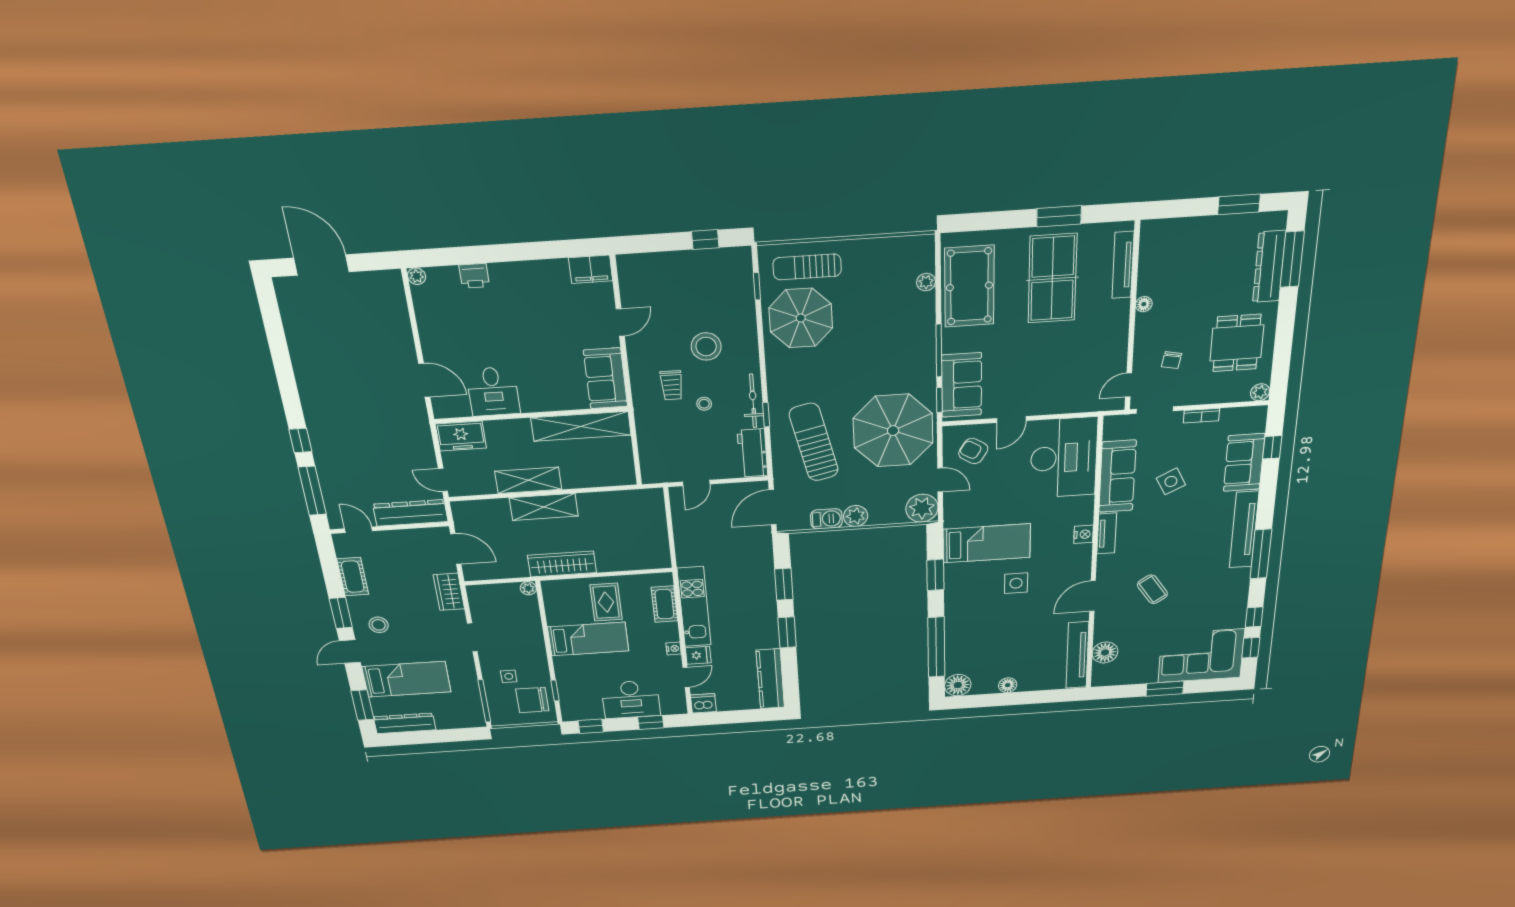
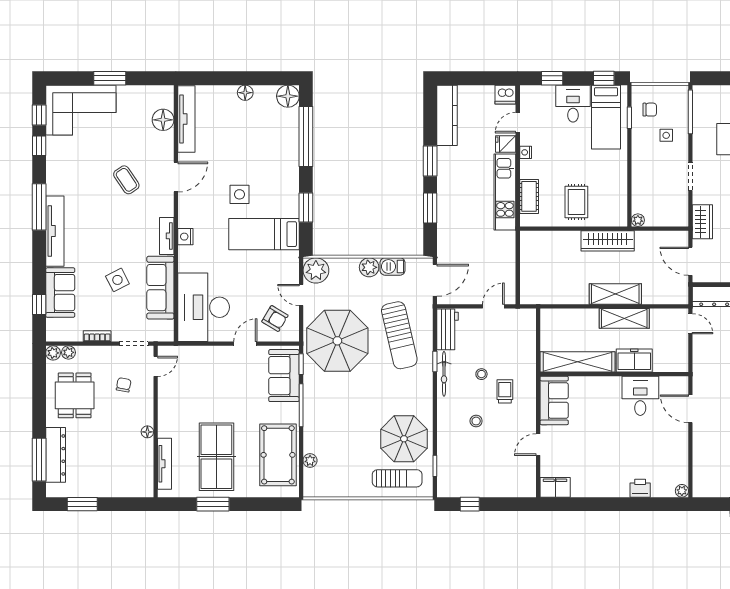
stool: (706, 346) -> (476, 421), width x0.53, depth x0.53
plant: (1240, 394) -> (68, 352), added
freezer: (461, 436) -> (634, 360), moved
bed: (588, 639) -> (606, 117), moved, turned -90
desk: (631, 699) -> (573, 104), width x0.73
chair: (532, 700) -> (650, 110), width x0.54, depth x0.54

